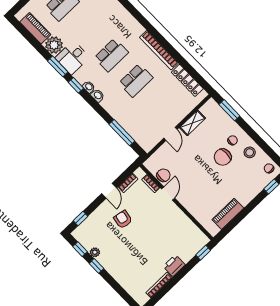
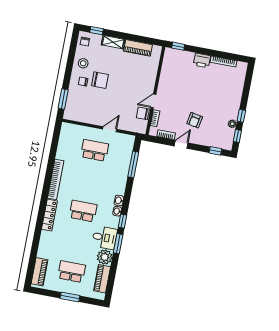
school desk: (136, 80) -> (95, 150), moved
locker: (187, 80) -> (49, 215), moved
shelving: (193, 123) -> (113, 42), moved

